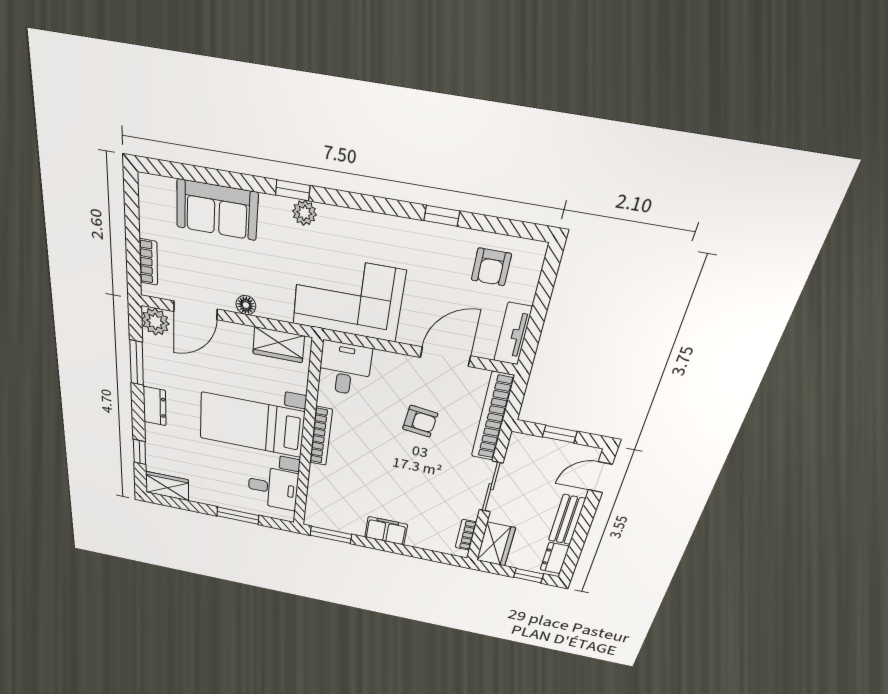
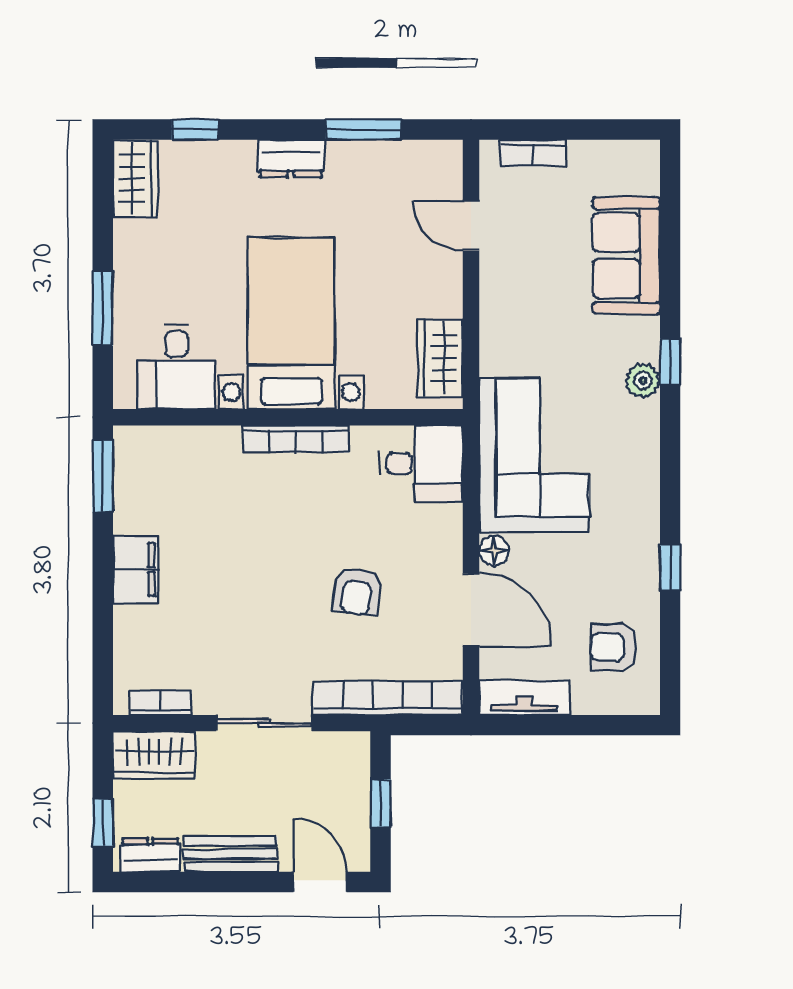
floor lamp: (246, 305) -> (494, 551), moved
door: (195, 310) -> (471, 226), width x0.73
plant: (155, 322) -> (440, 162), removed

